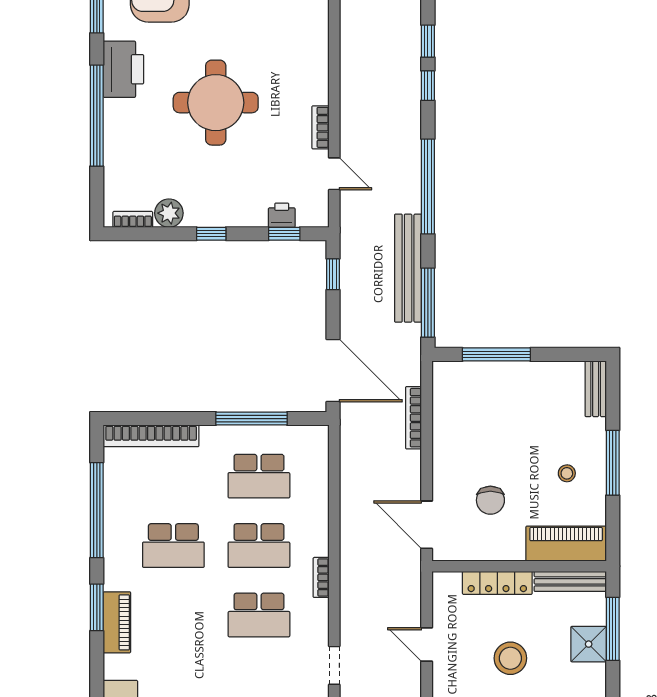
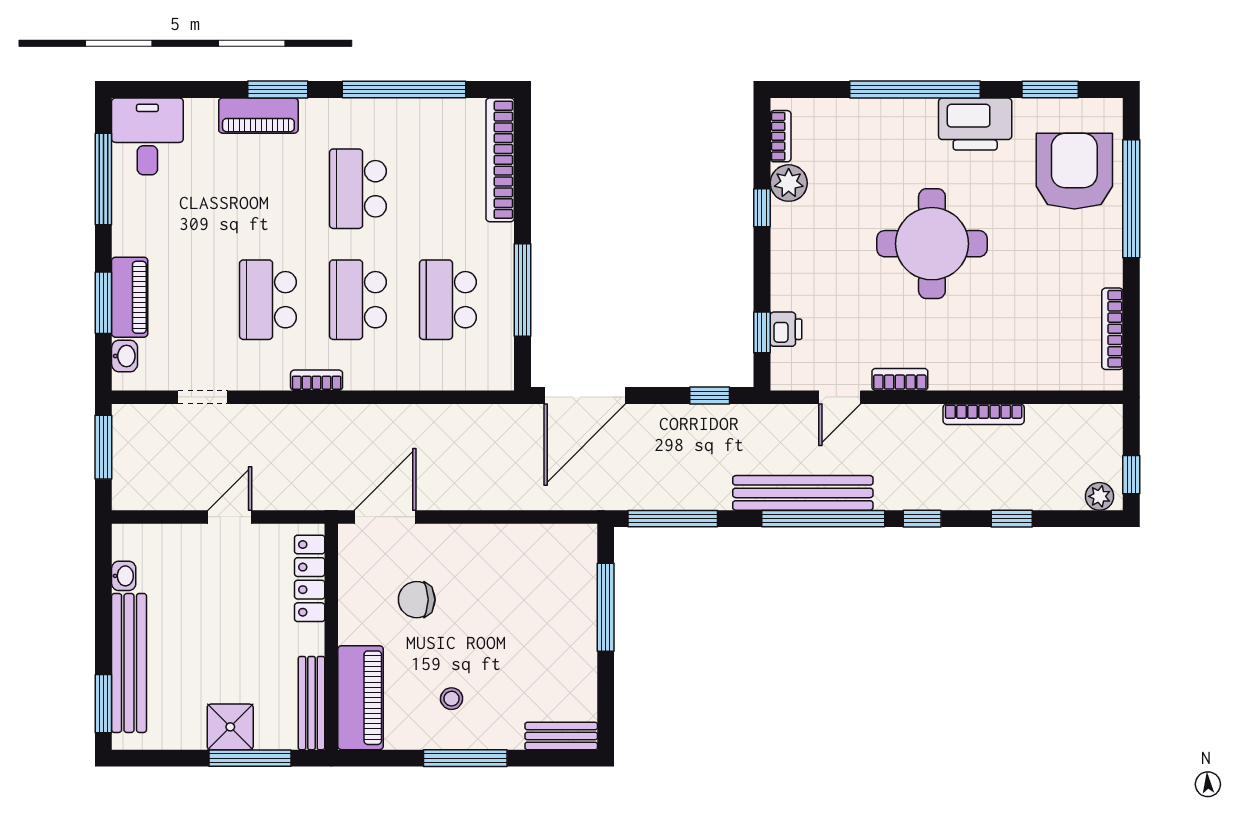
window: (428, 86) -> (922, 519), moved
window: (211, 234) -> (762, 208), moved
bench: (408, 268) -> (803, 493), moved
bookcase: (414, 418) -> (984, 414), moved, turned 180
locker: (497, 583) -> (310, 578), moved
stool: (510, 658) -> (212, 625), removed

